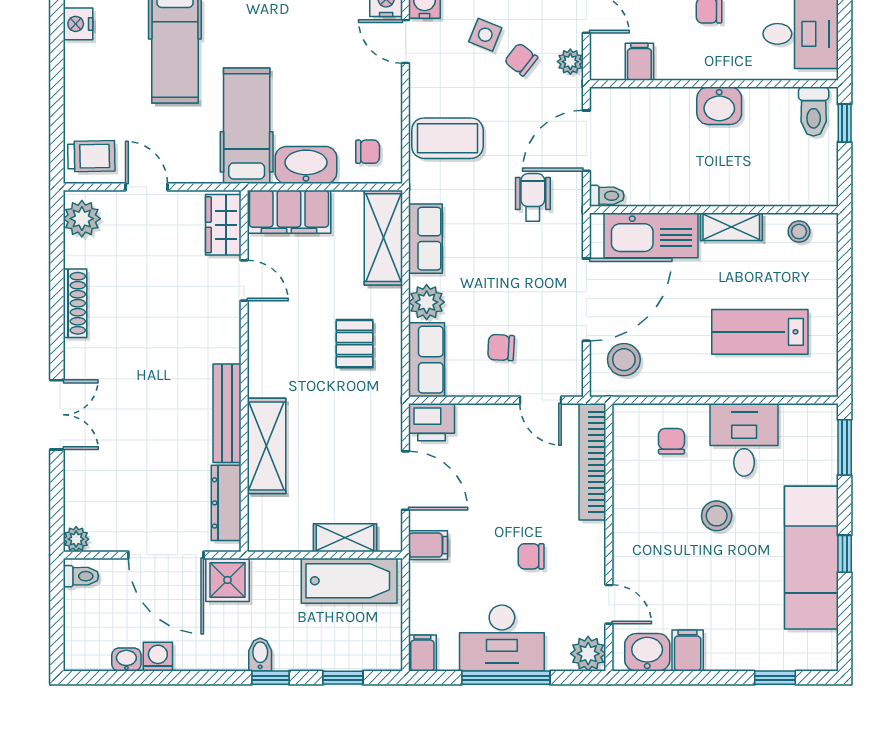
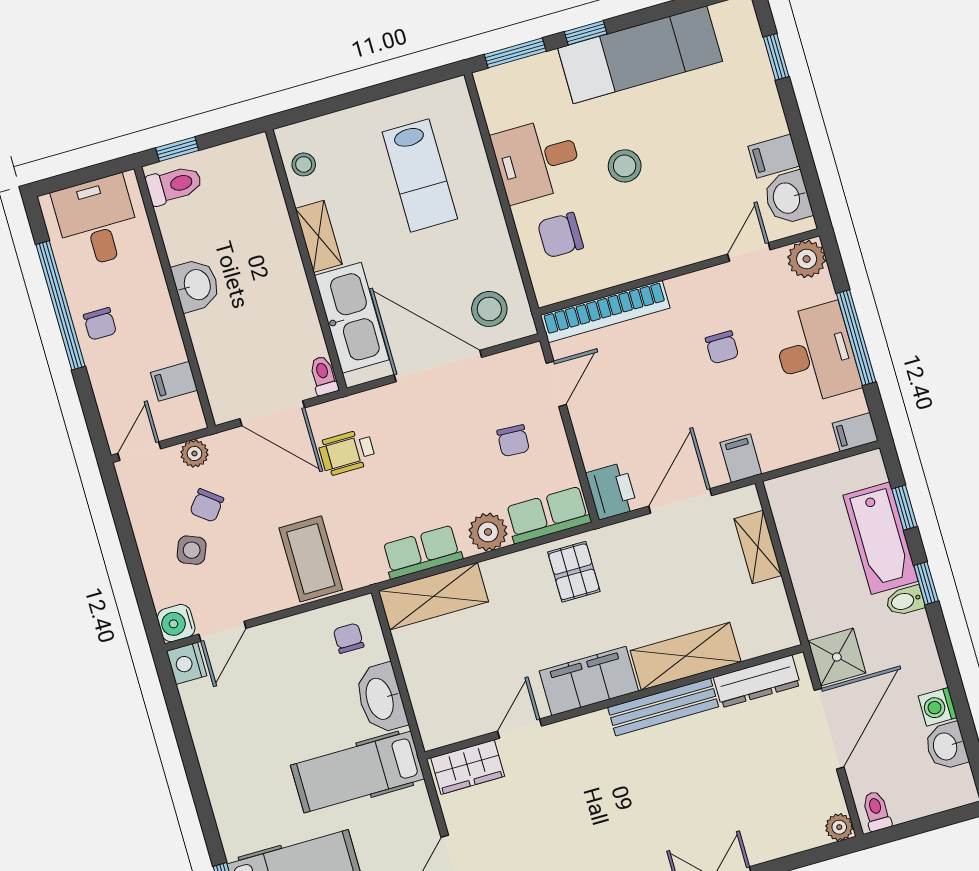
filing cabinet: (289, 212) -> (589, 681), moved, turned -90
pallet: (355, 344) -> (574, 572), moved, turned 90
chair: (671, 441) -> (560, 235), width x1.37, depth x1.37
window: (845, 554) -> (586, 33), moved
bathtub: (349, 581) -> (881, 538), moved, turned 180
washbasin: (126, 660) -> (946, 746), width x1.38, depth x1.45

